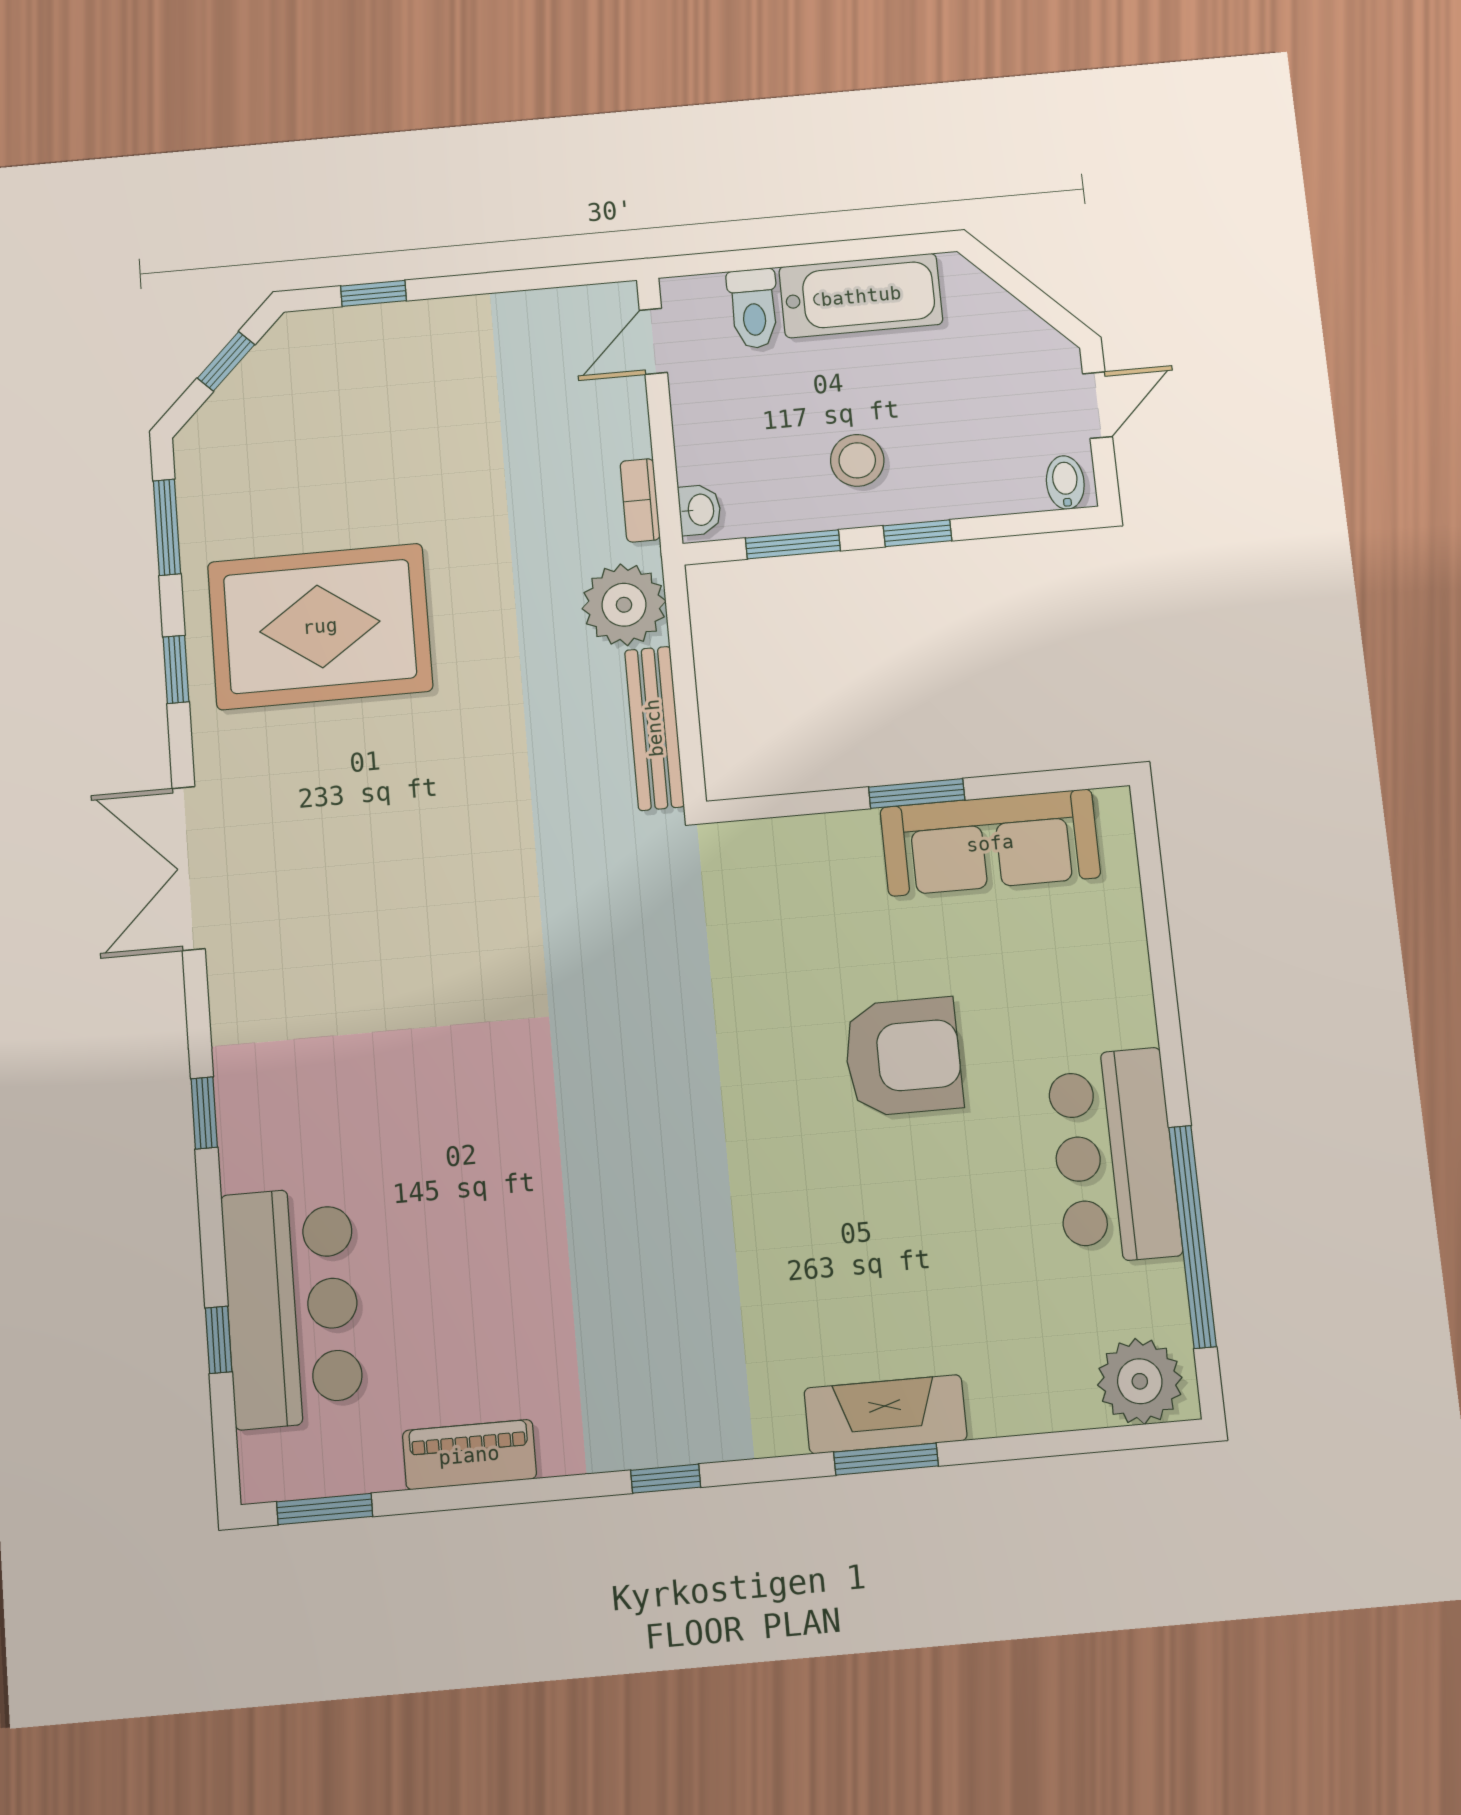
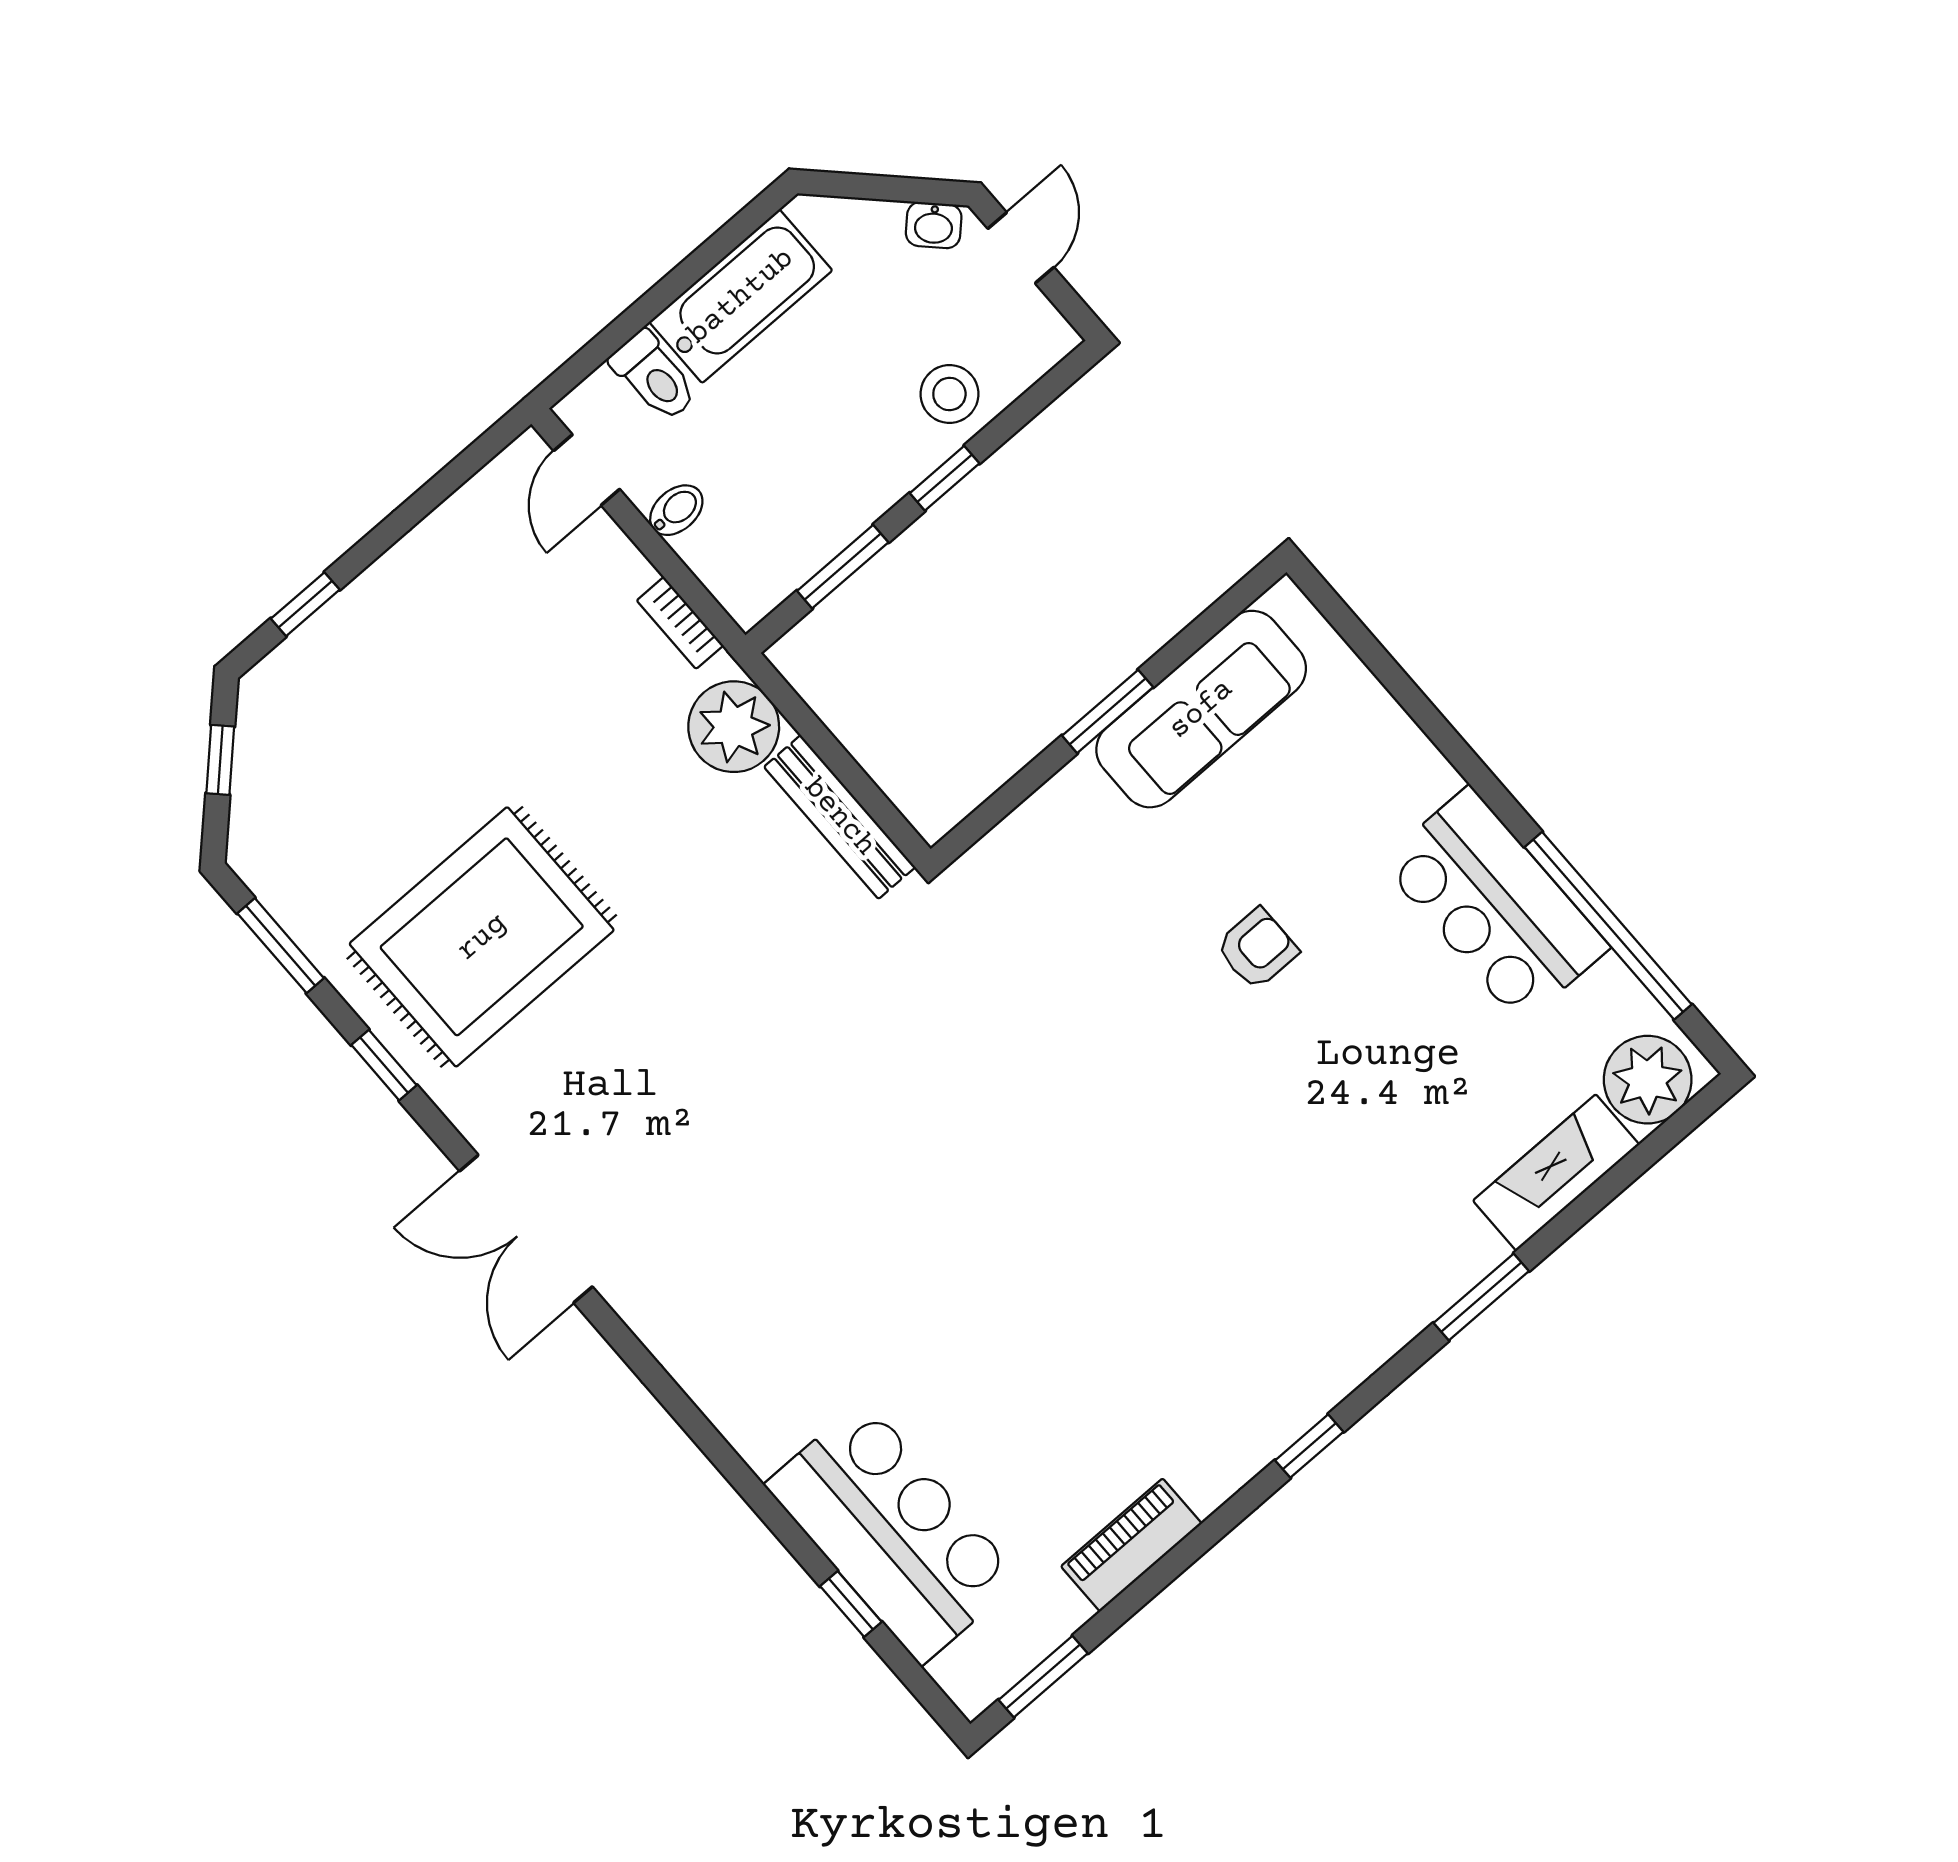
stool: (857, 460) -> (949, 394), moved
bidet: (1065, 483) -> (676, 510), moved, turned 90
washbasin: (700, 510) -> (934, 225), moved, turned 135
armchair: (903, 1057) -> (1257, 949), width x0.53, depth x0.53
window: (204, 1113) -> (696, 1426), removed
fireplace: (886, 1414) -> (1556, 1173), moved

